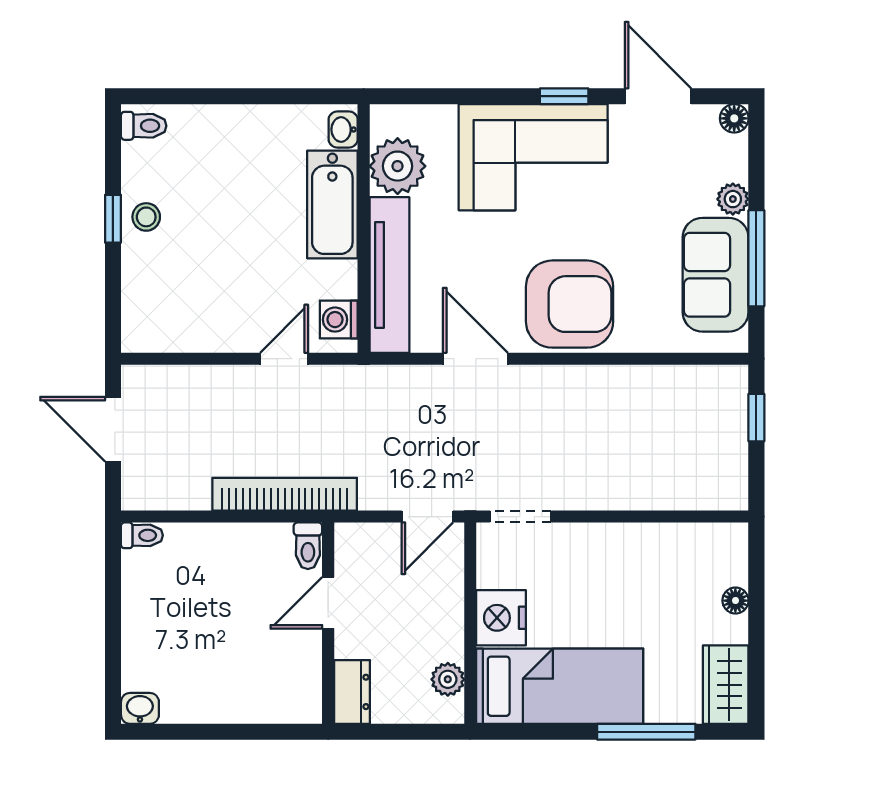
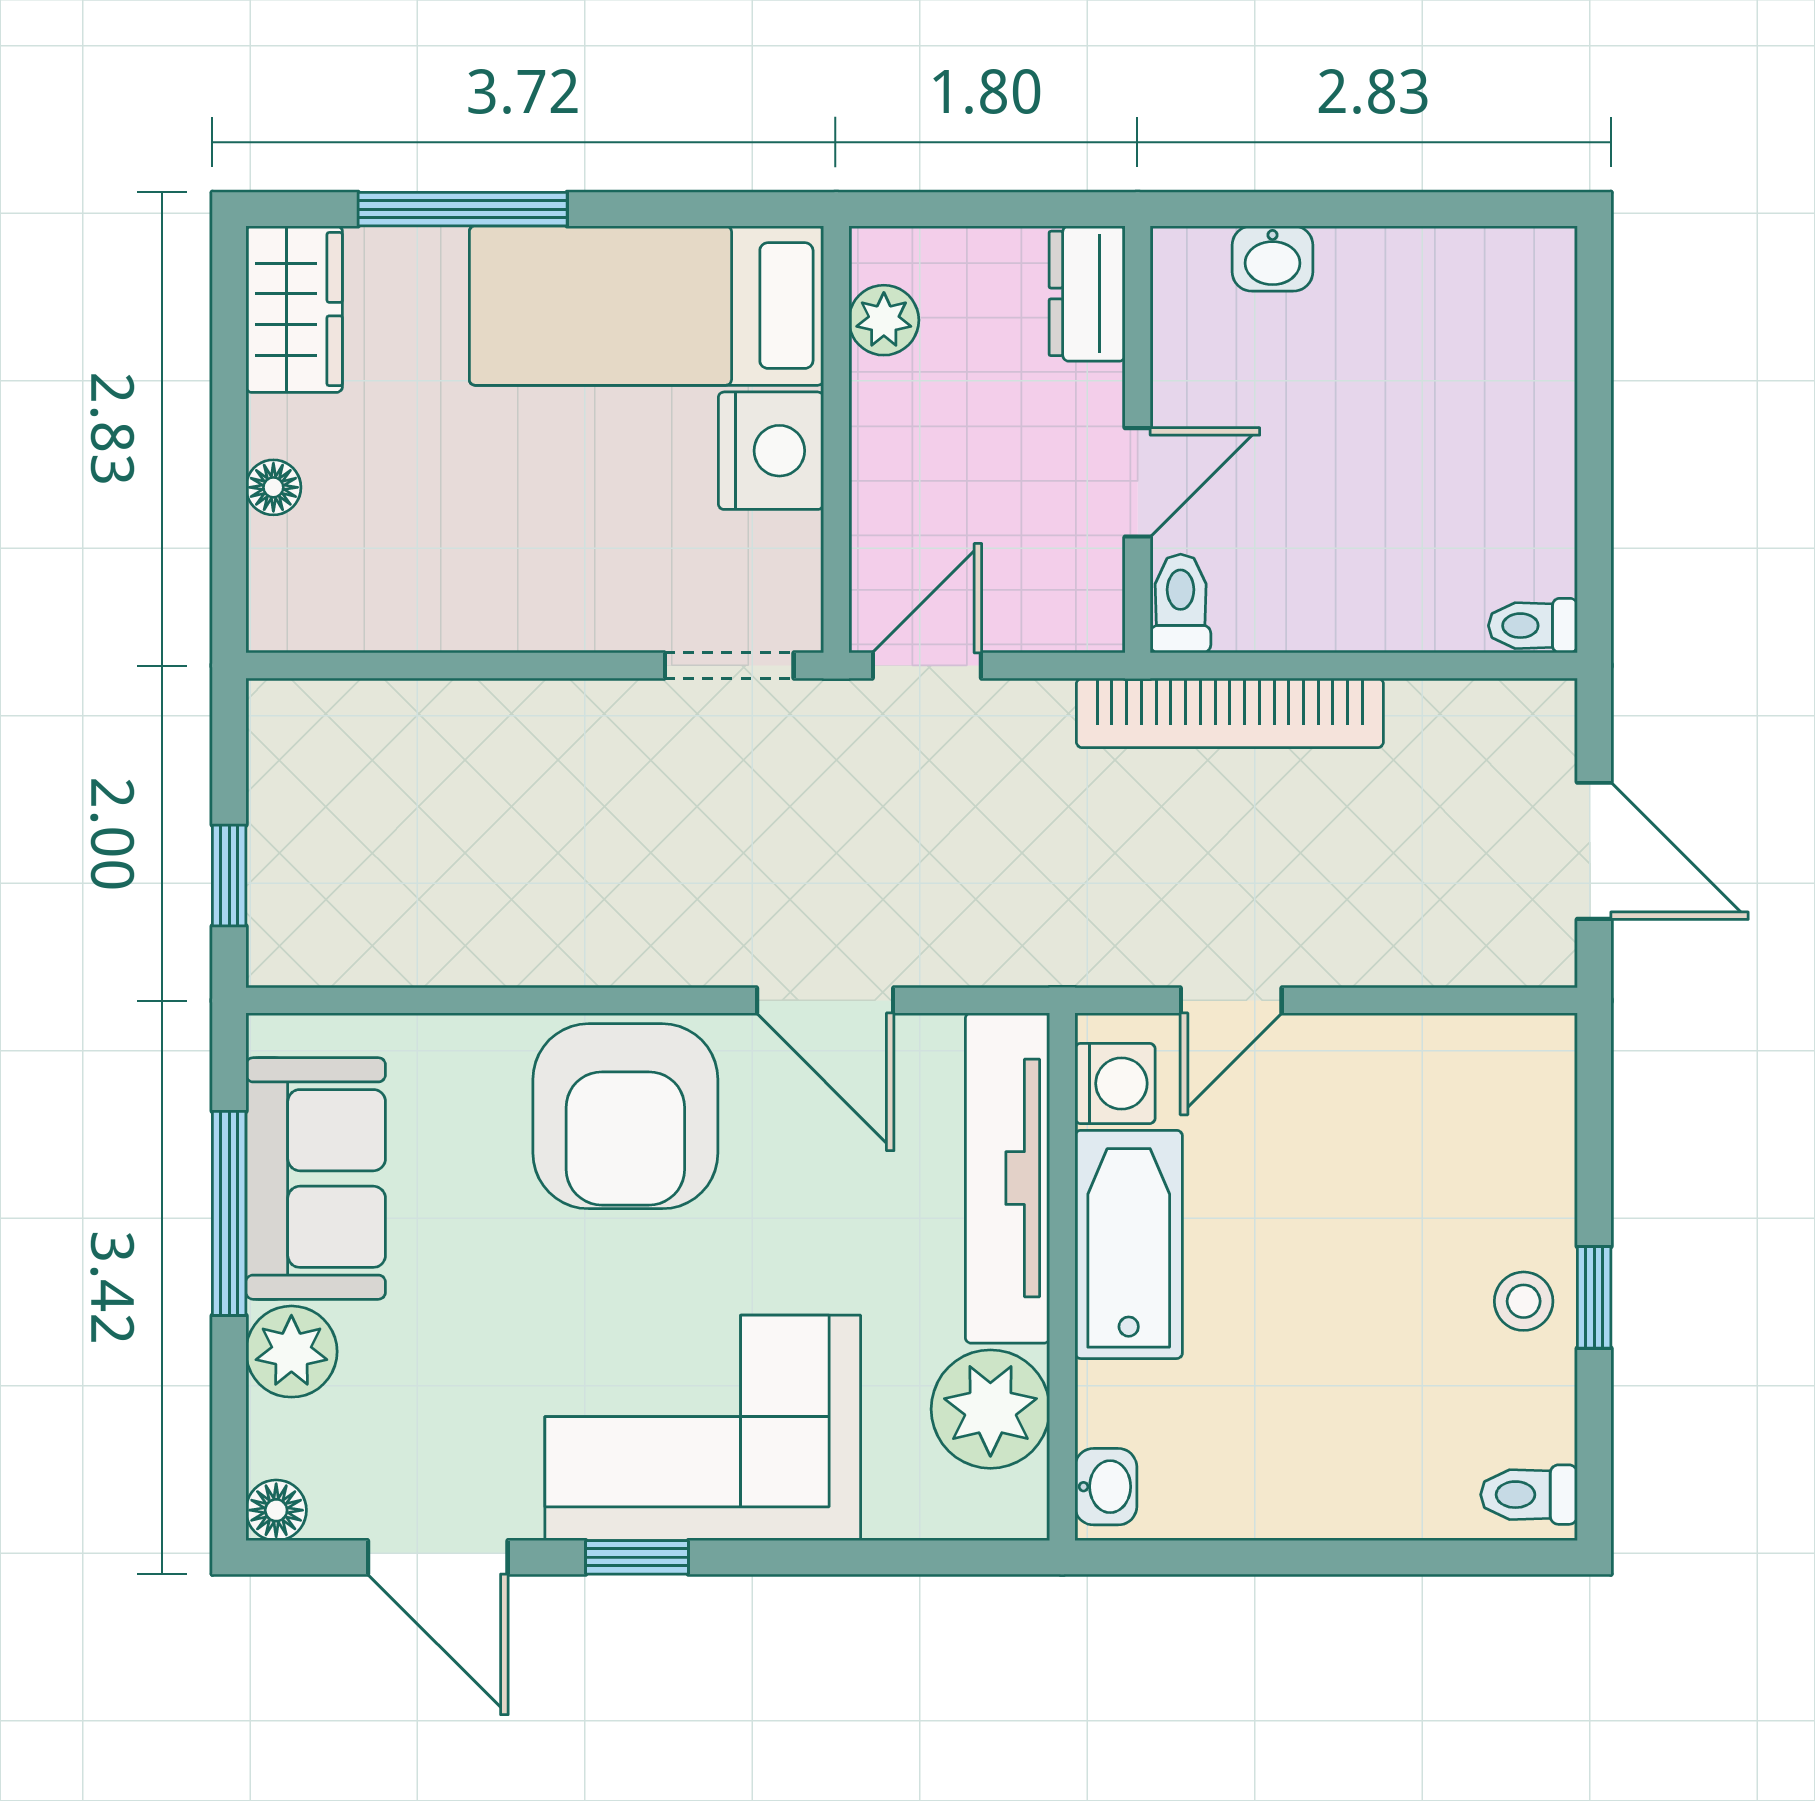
plant: (733, 199) -> (291, 1352), width x1.38, depth x1.38
bathtub: (332, 204) -> (1129, 1244), moved
armchair: (570, 304) -> (625, 1116), turned -90
washbasin: (140, 708) -> (1273, 258), moved

